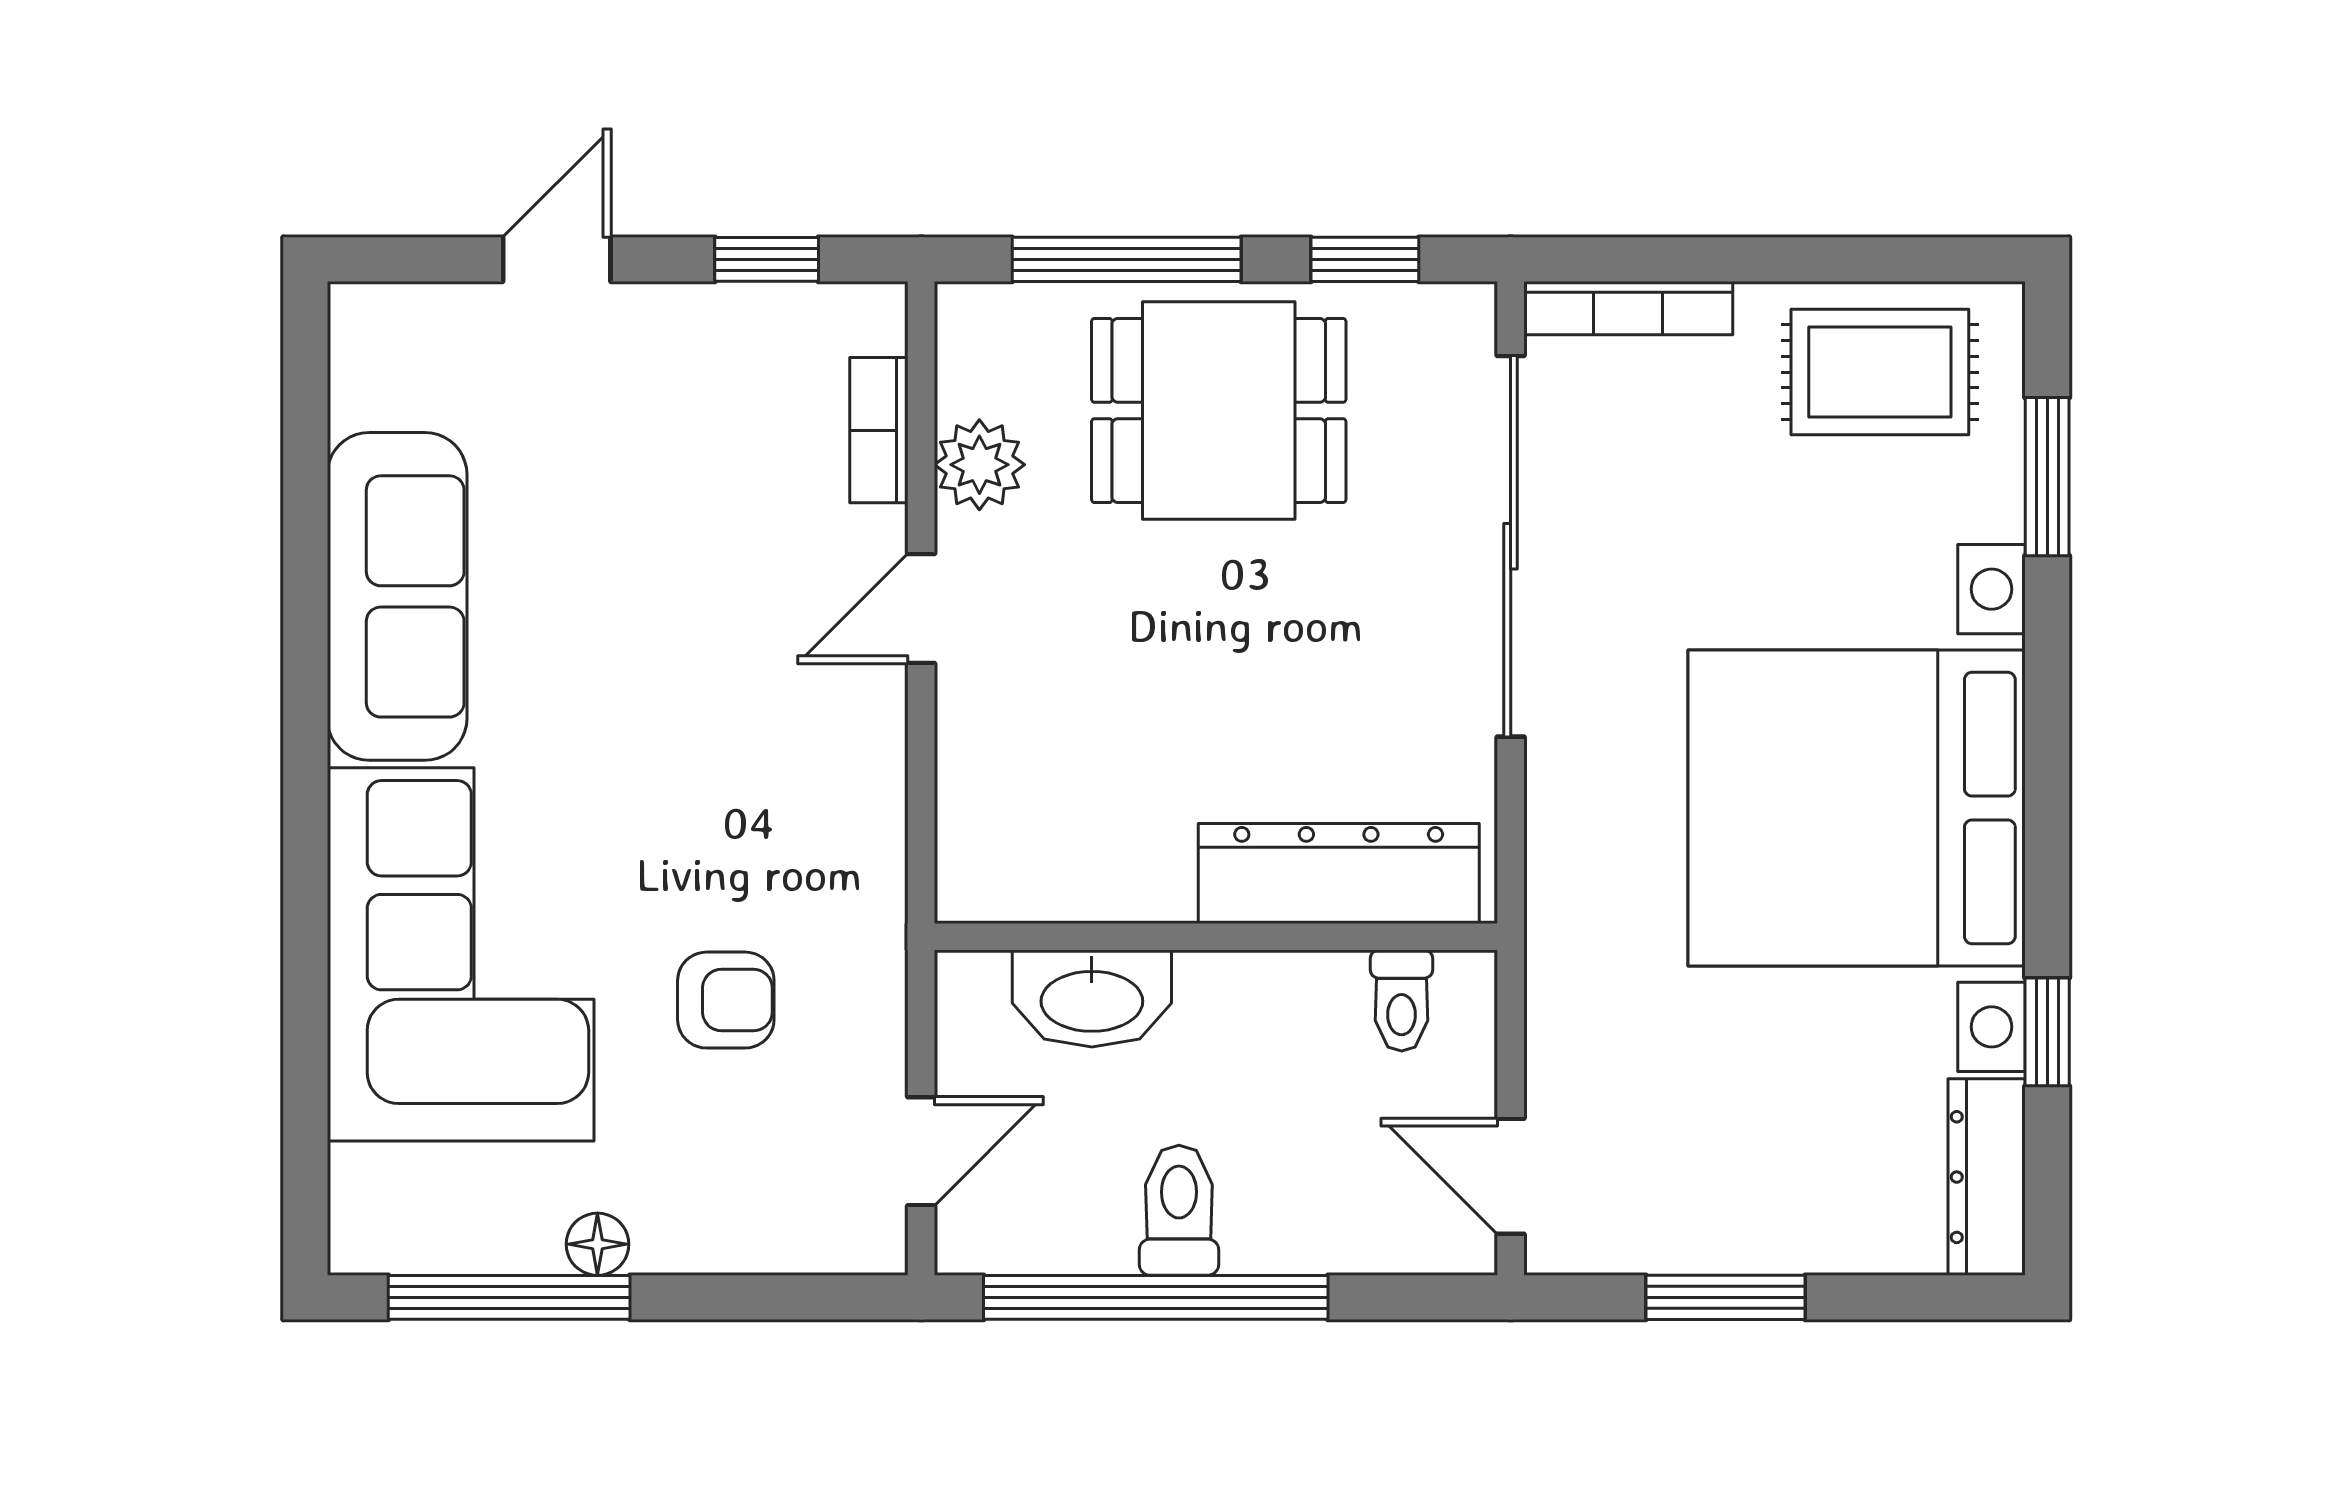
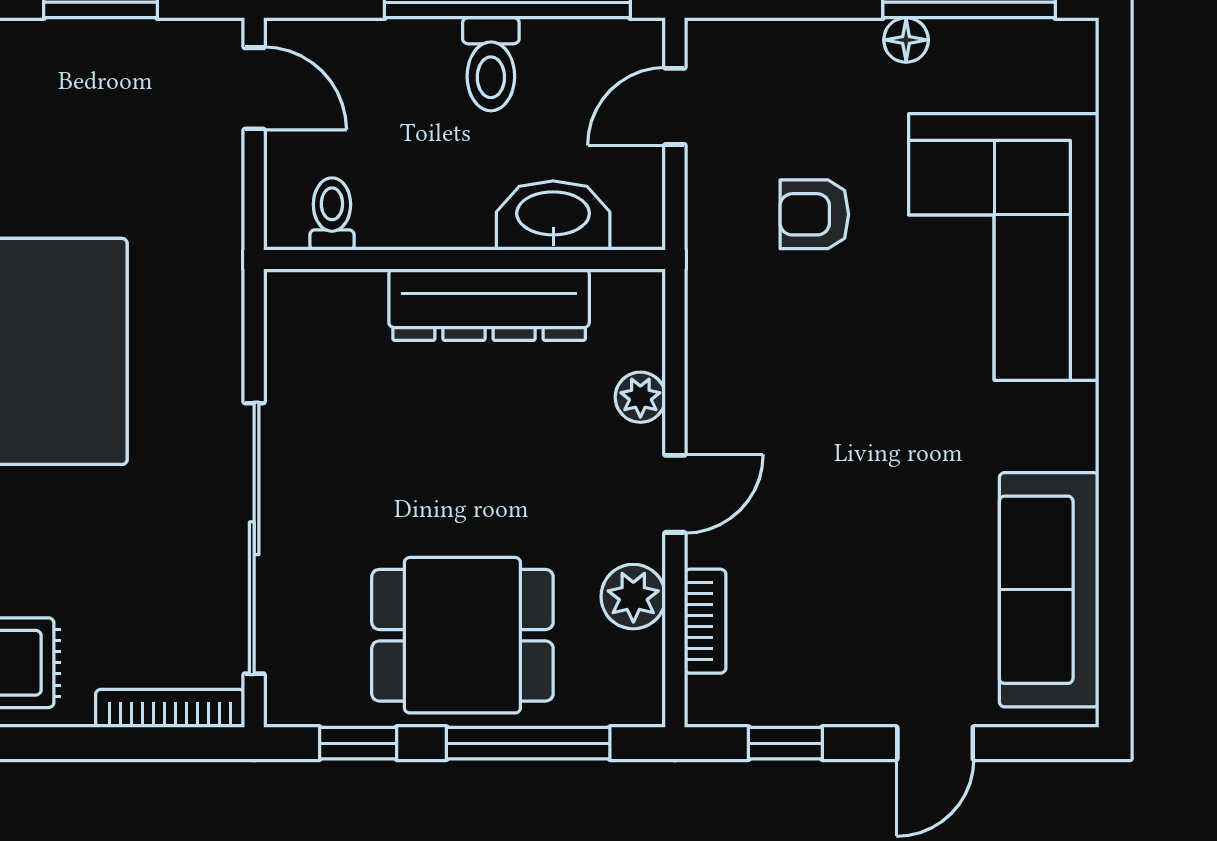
sofa: (397, 596) -> (1049, 590), moved
plant: (970, 744) -> (640, 397), added
dresser: (1339, 873) -> (489, 305), moved

